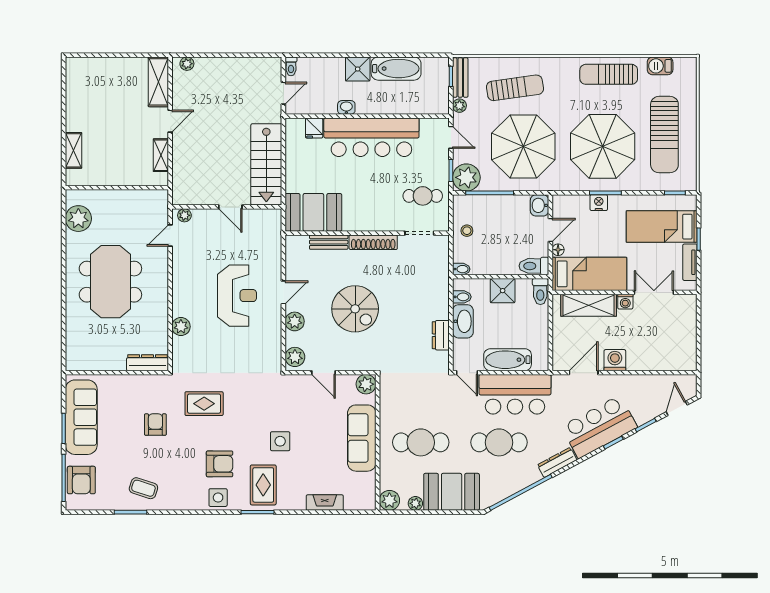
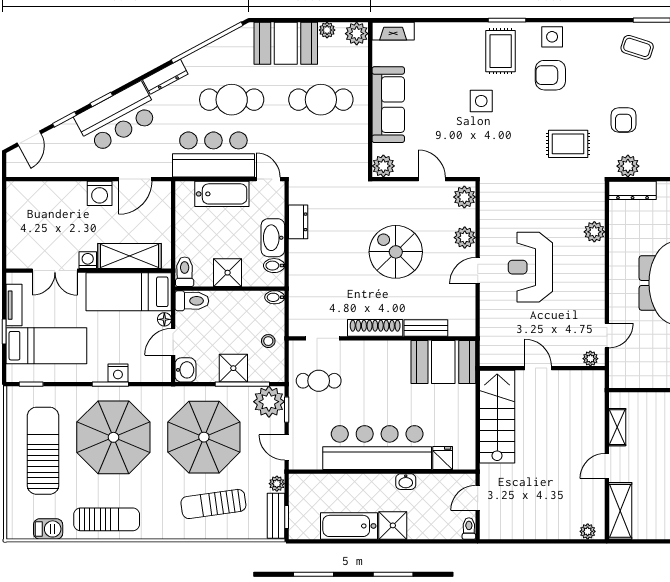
shower: (498, 207) -> (233, 368), added
plant: (152, 384) -> (628, 166), added
fireplace: (325, 503) -> (393, 31), moved

